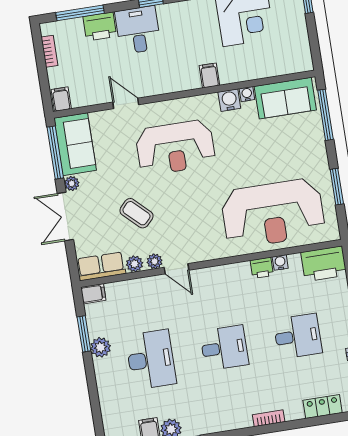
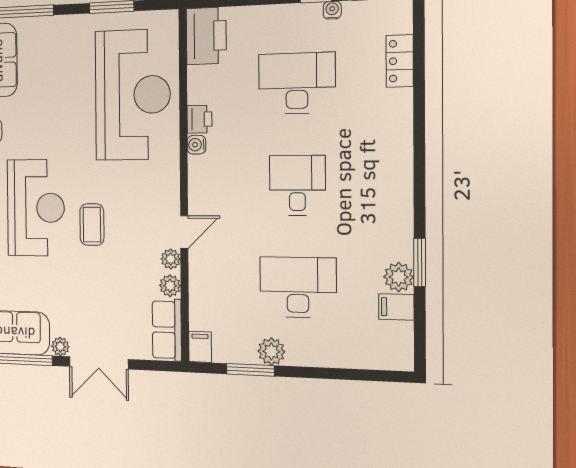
coffee table: (136, 213) -> (92, 225), moved, turned -44
water cooler: (280, 262) -> (196, 145), moved
desk: (298, 336) -> (297, 83), width x1.37
bookcase: (269, 418) -> (404, 139), removed

